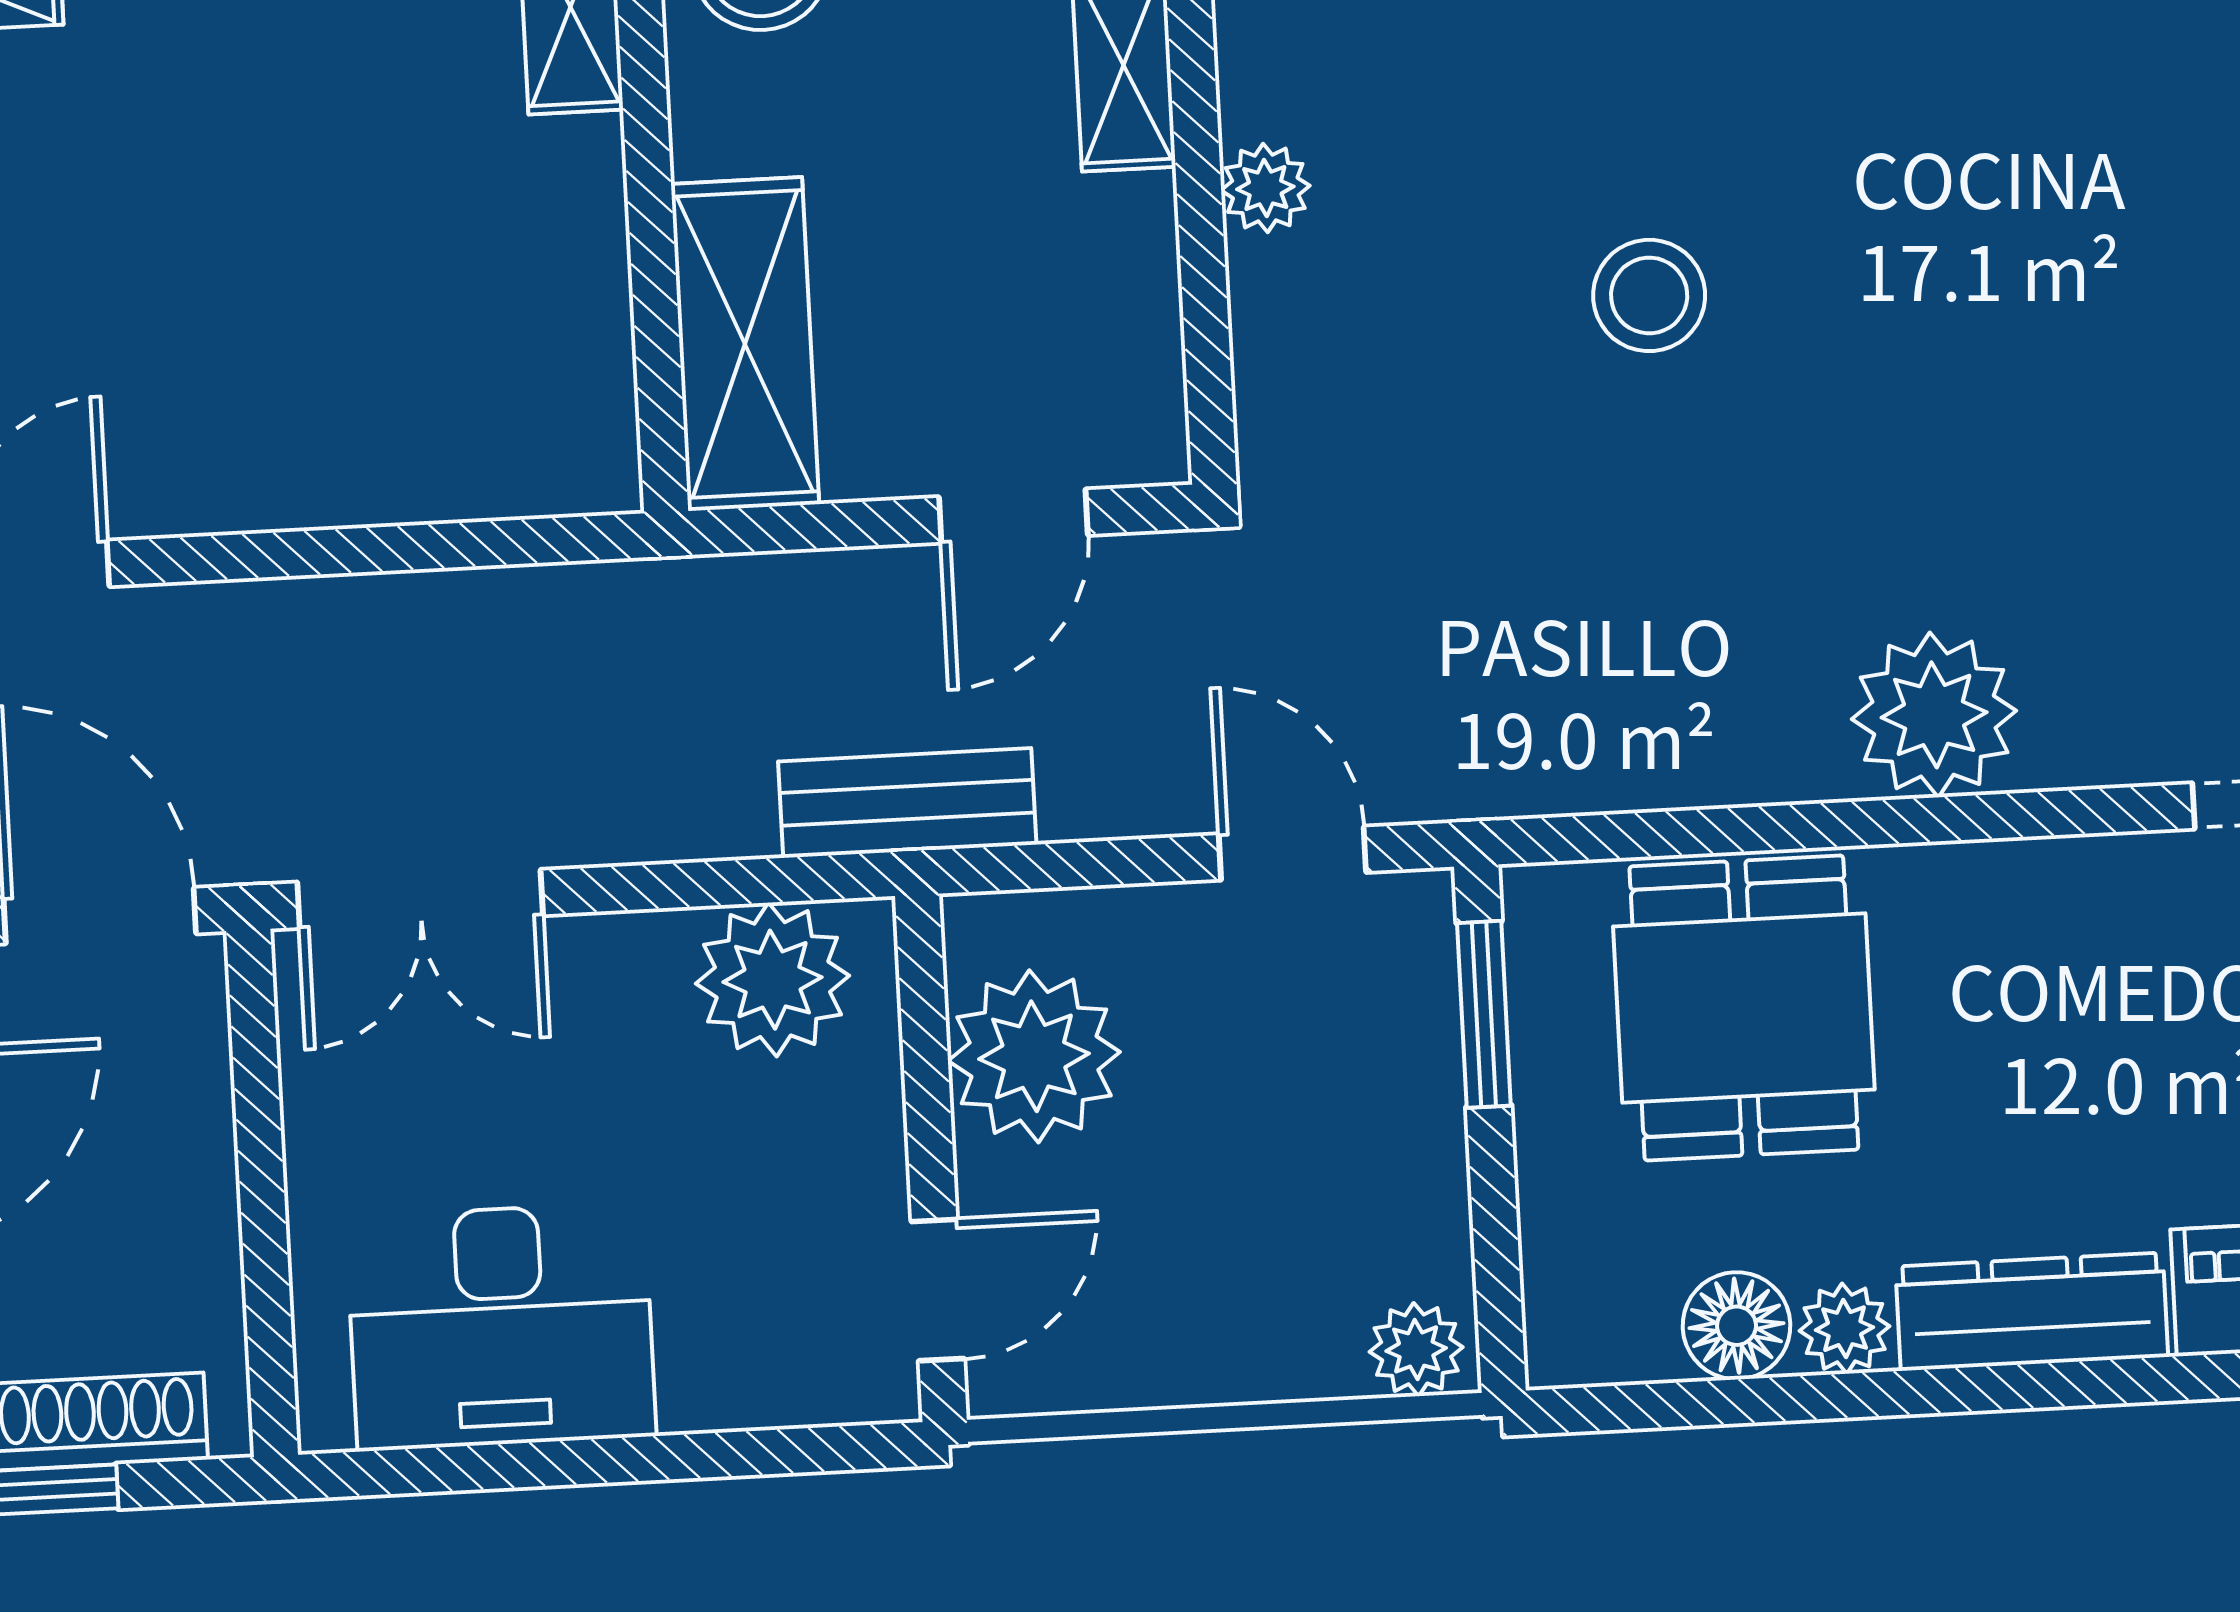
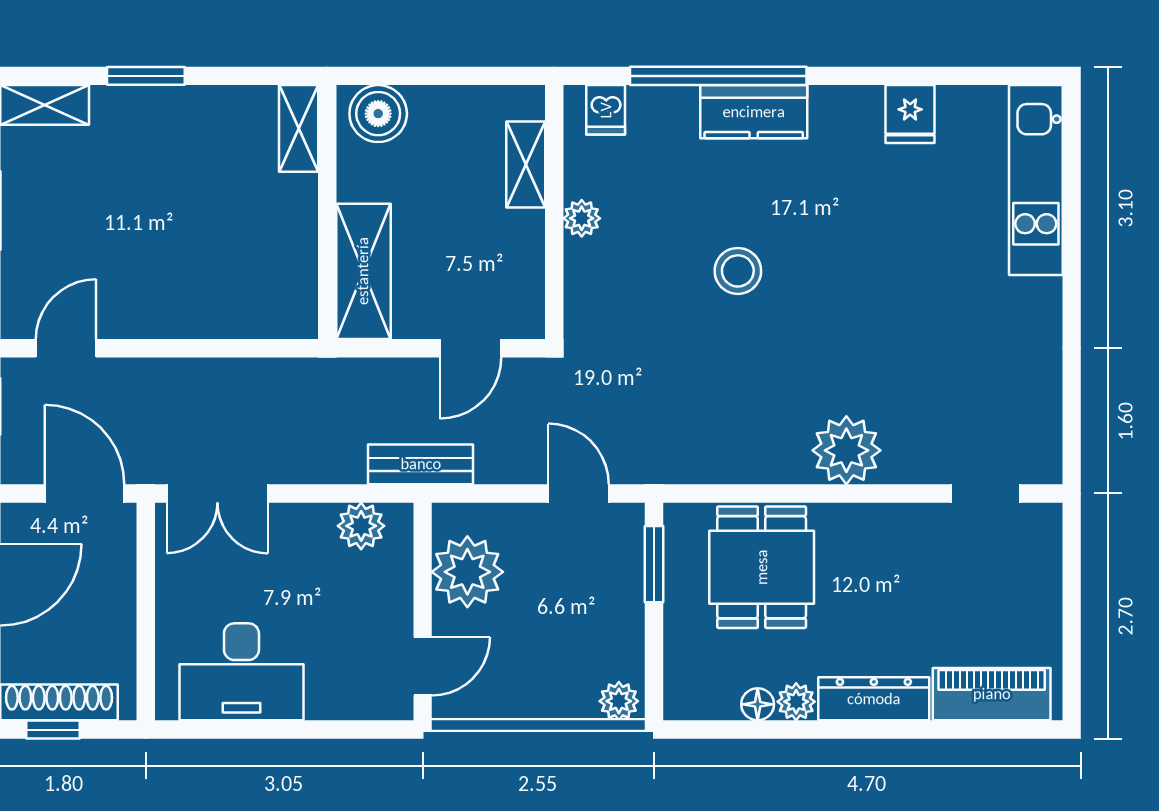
plant: (773, 980) -> (361, 526), width x0.73, depth x0.73
floor lamp: (1737, 1326) -> (758, 704), width x0.73, depth x0.73

